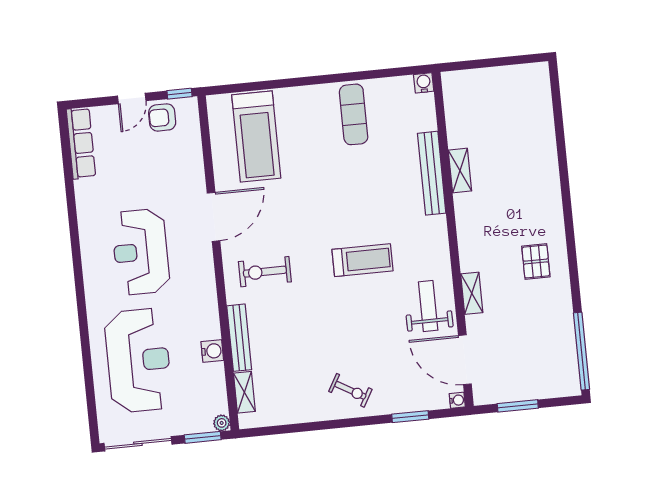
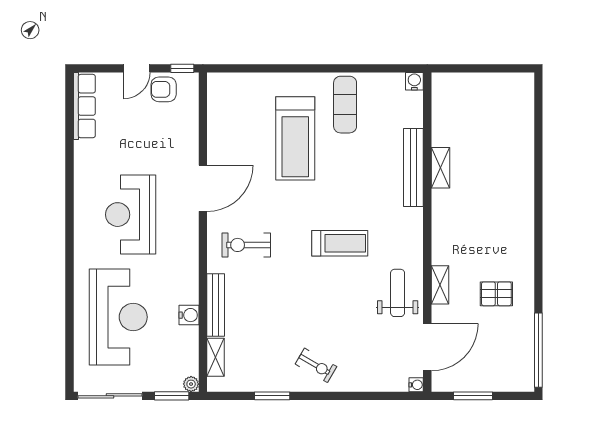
treadmill: (256, 136) -> (295, 138), moved
pallet: (536, 262) -> (496, 294), moved, turned 90
door: (465, 360) -> (427, 347), swing flipped
window: (410, 417) -> (272, 396), moved

